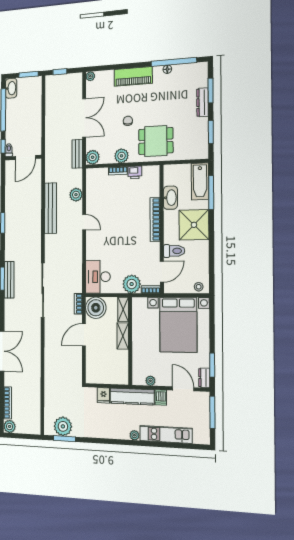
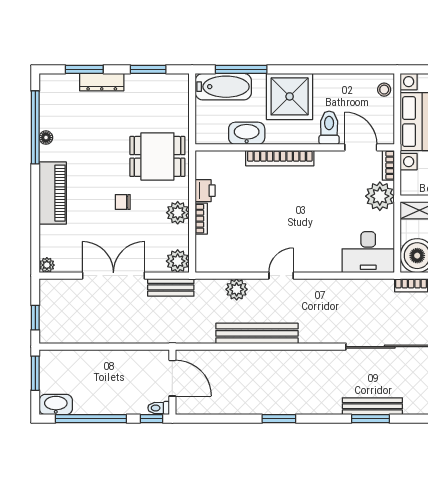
dining table: (156, 141) -> (157, 156), turned 90

